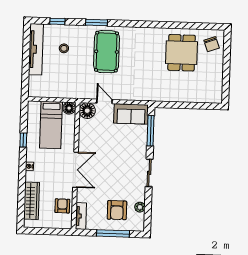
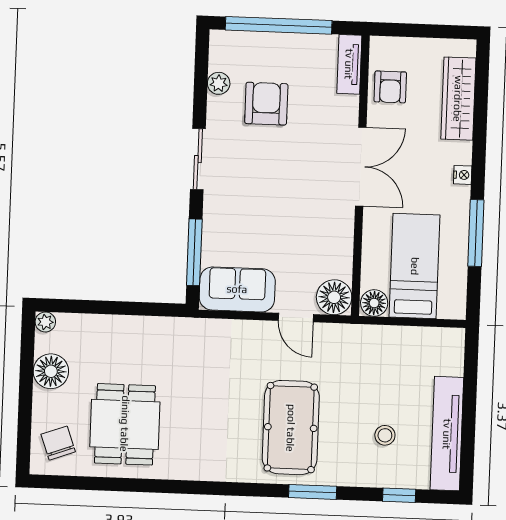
floor lamp: (215, 77) -> (51, 371), added
plant: (218, 99) -> (45, 322), added
window: (23, 140) -> (476, 233), width x2.17
double door: (75, 170) -> (361, 167), swing flipped
armchair: (117, 210) -> (266, 104), moved
window: (113, 233) -> (279, 25), width x1.46

